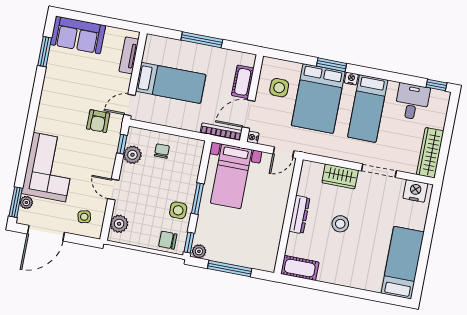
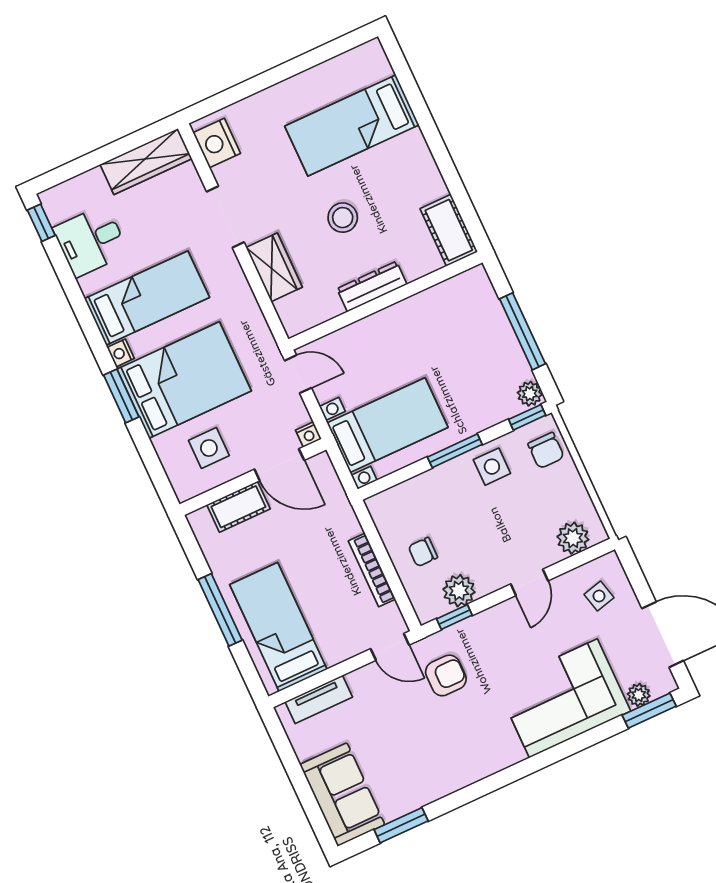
bed: (171, 83) -> (278, 627), moved
bookcase: (221, 132) -> (372, 570), moved
bed: (403, 263) -> (352, 126), moved

